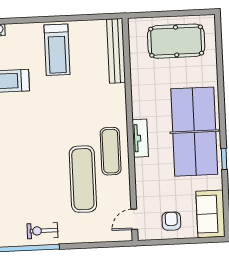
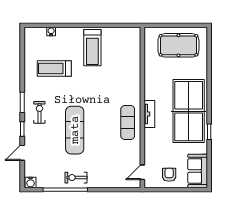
bench: (116, 51) -> (135, 50), removed
exercise mat: (83, 179) -> (75, 130), moved

